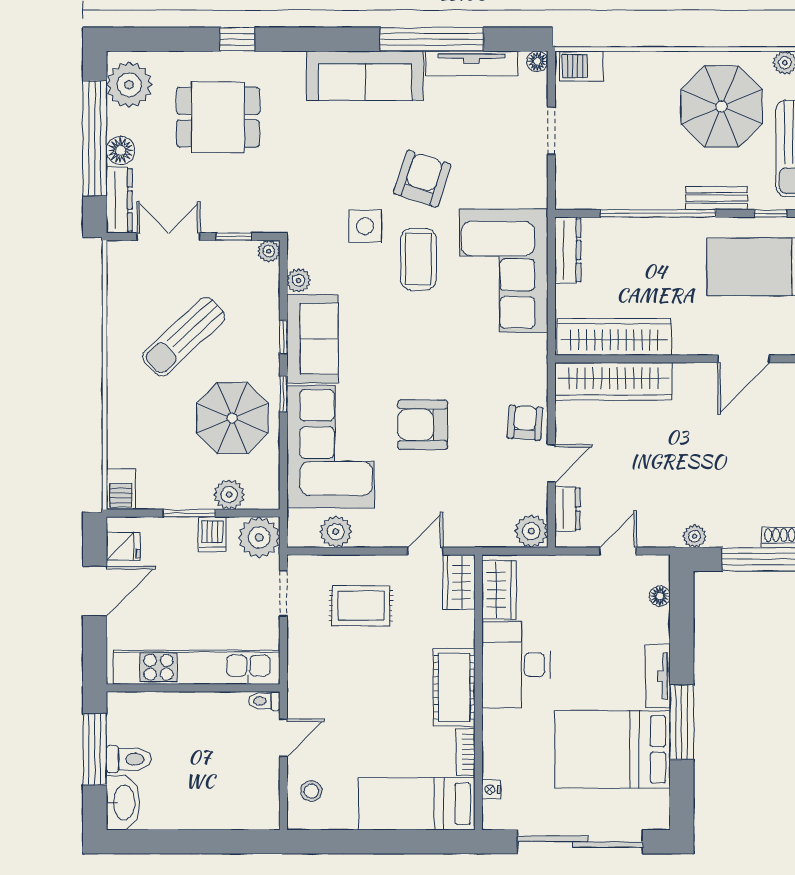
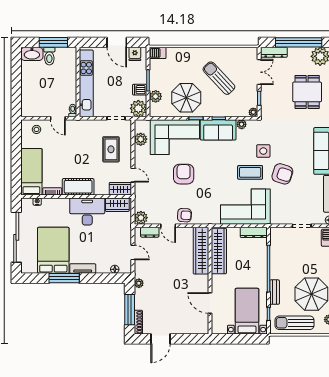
floor lamp: (121, 150) -> (294, 53), removed

